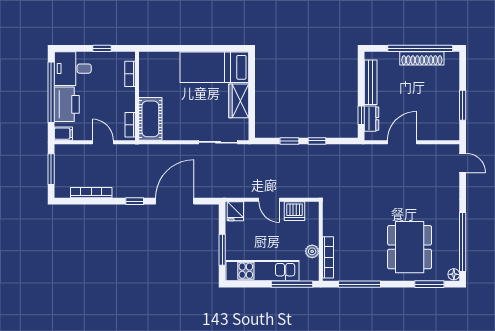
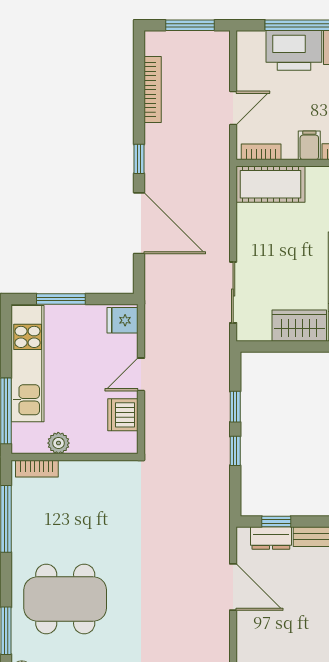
filing cabinet: (63, 134) -> (309, 145), moved, turned 180
bookcase: (328, 257) -> (37, 469), width x0.64

